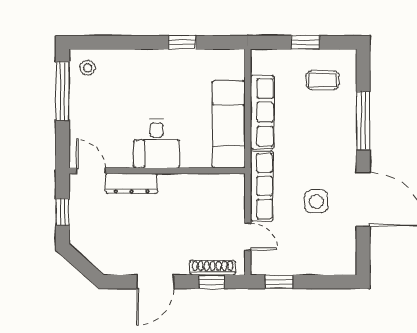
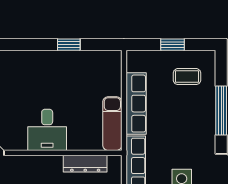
exam couch: (229, 124) -> (112, 124), width x0.73, depth x0.69
dresser: (132, 184) -> (85, 164), moved

